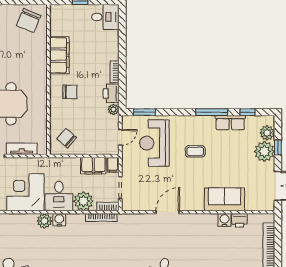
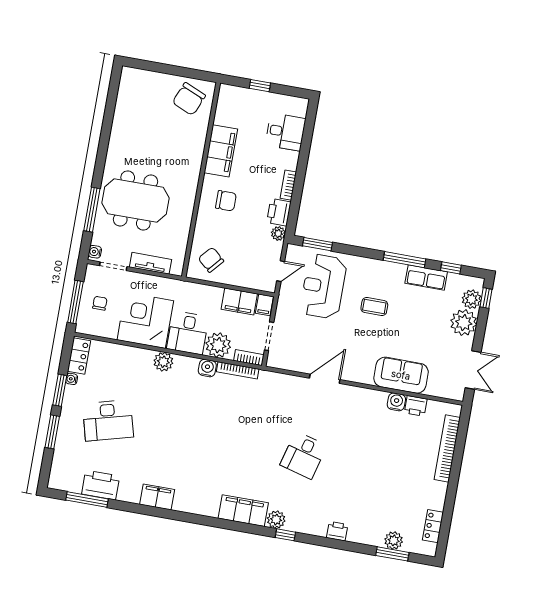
desk: (105, 17) -> (285, 132), moved
window: (278, 147) -> (486, 298), moved
water cooler: (59, 220) -> (207, 368), moved

